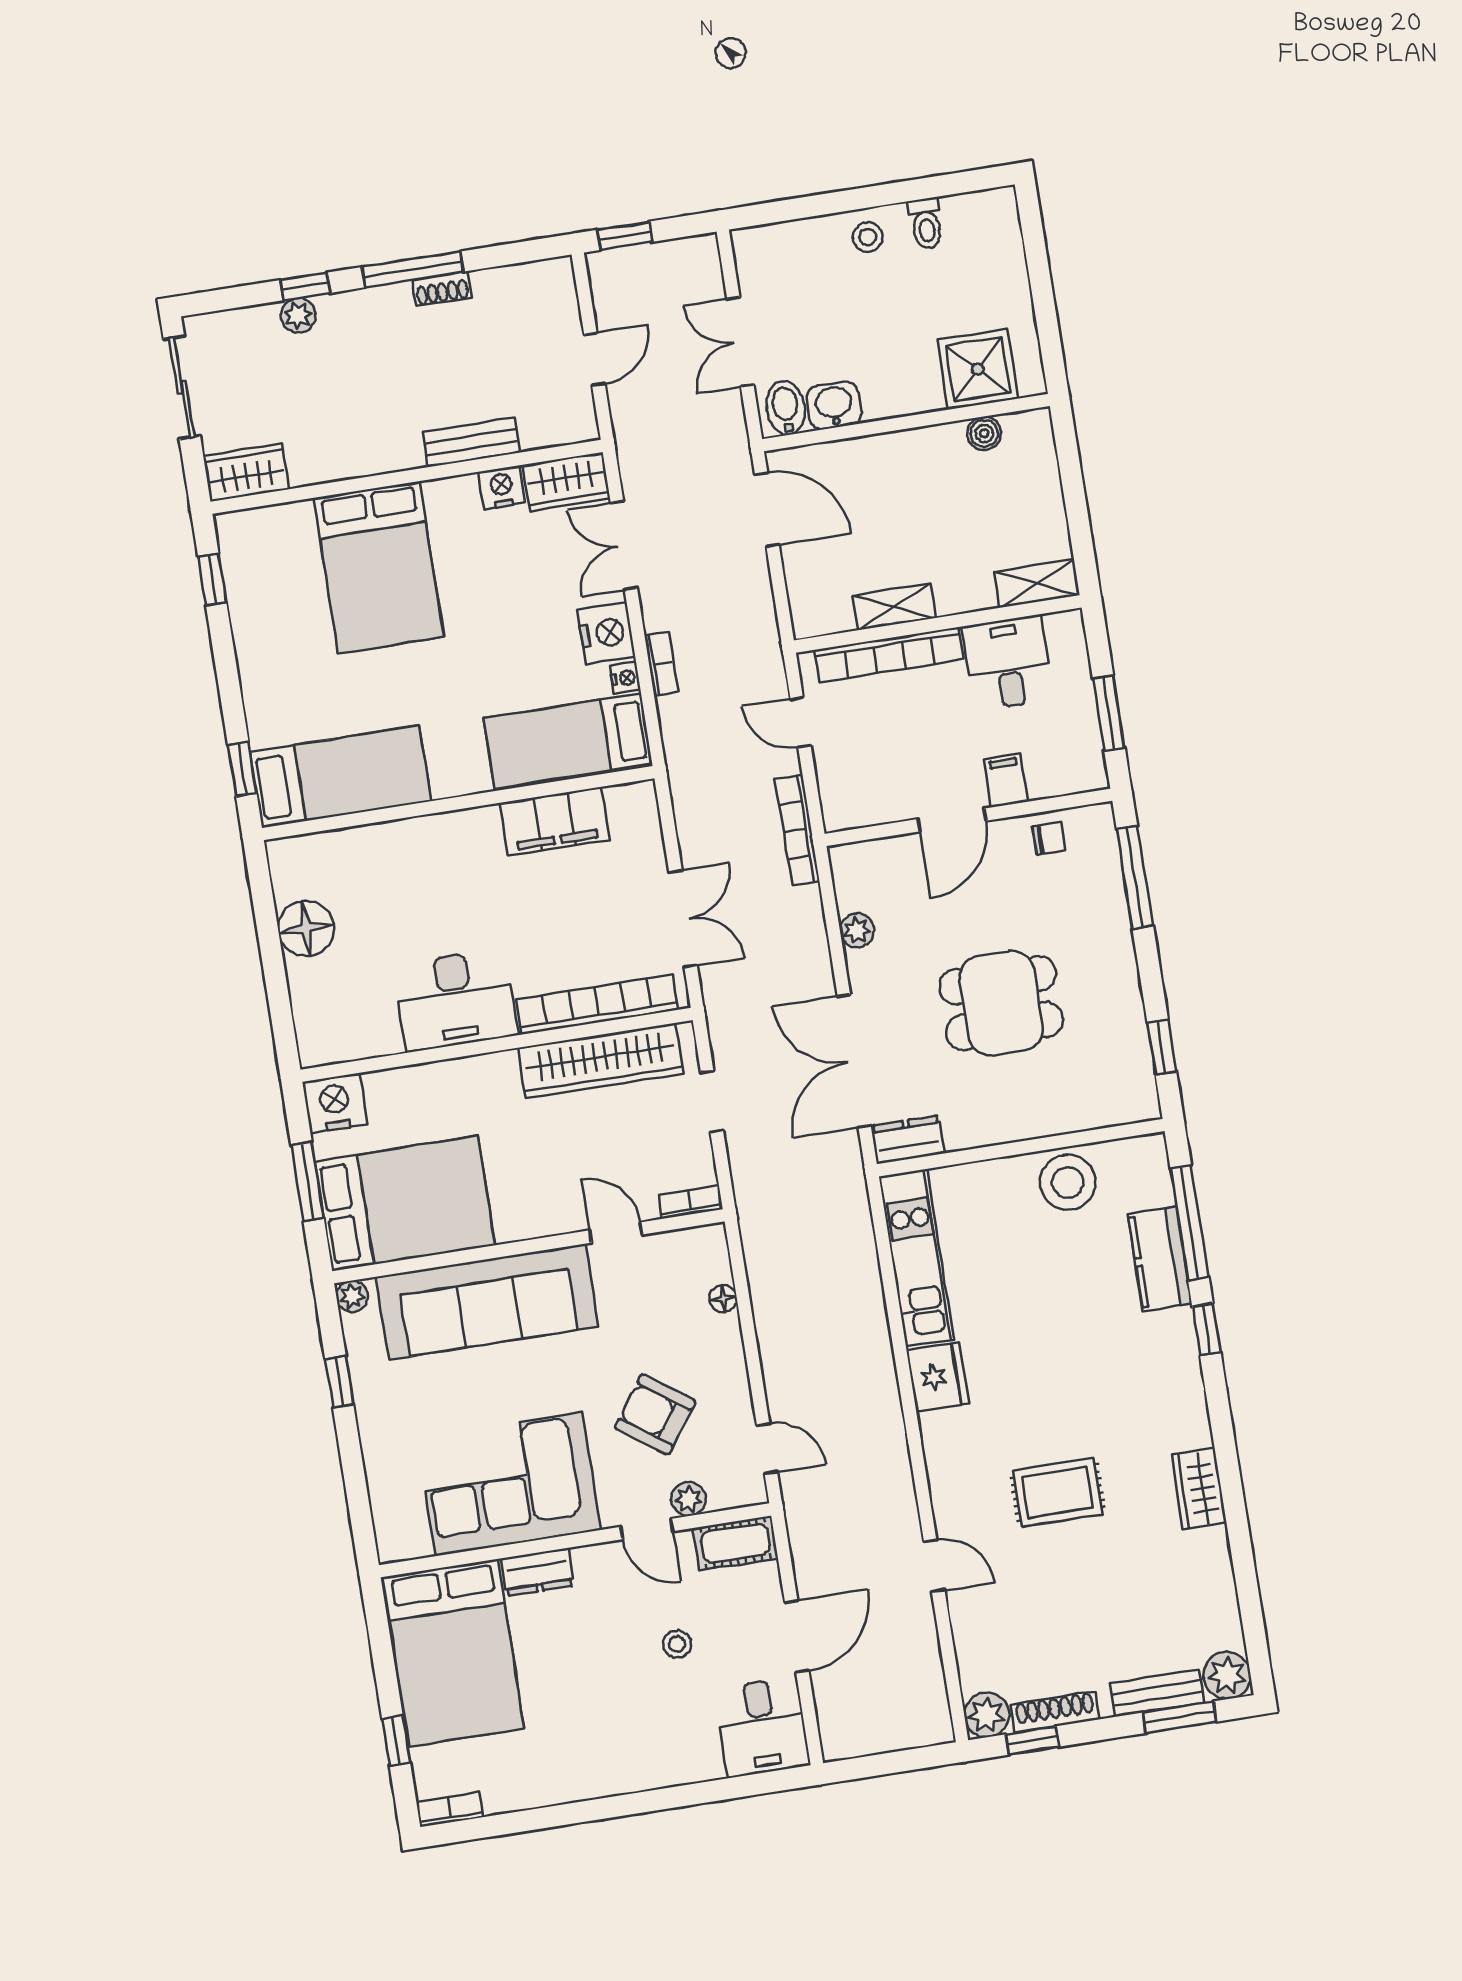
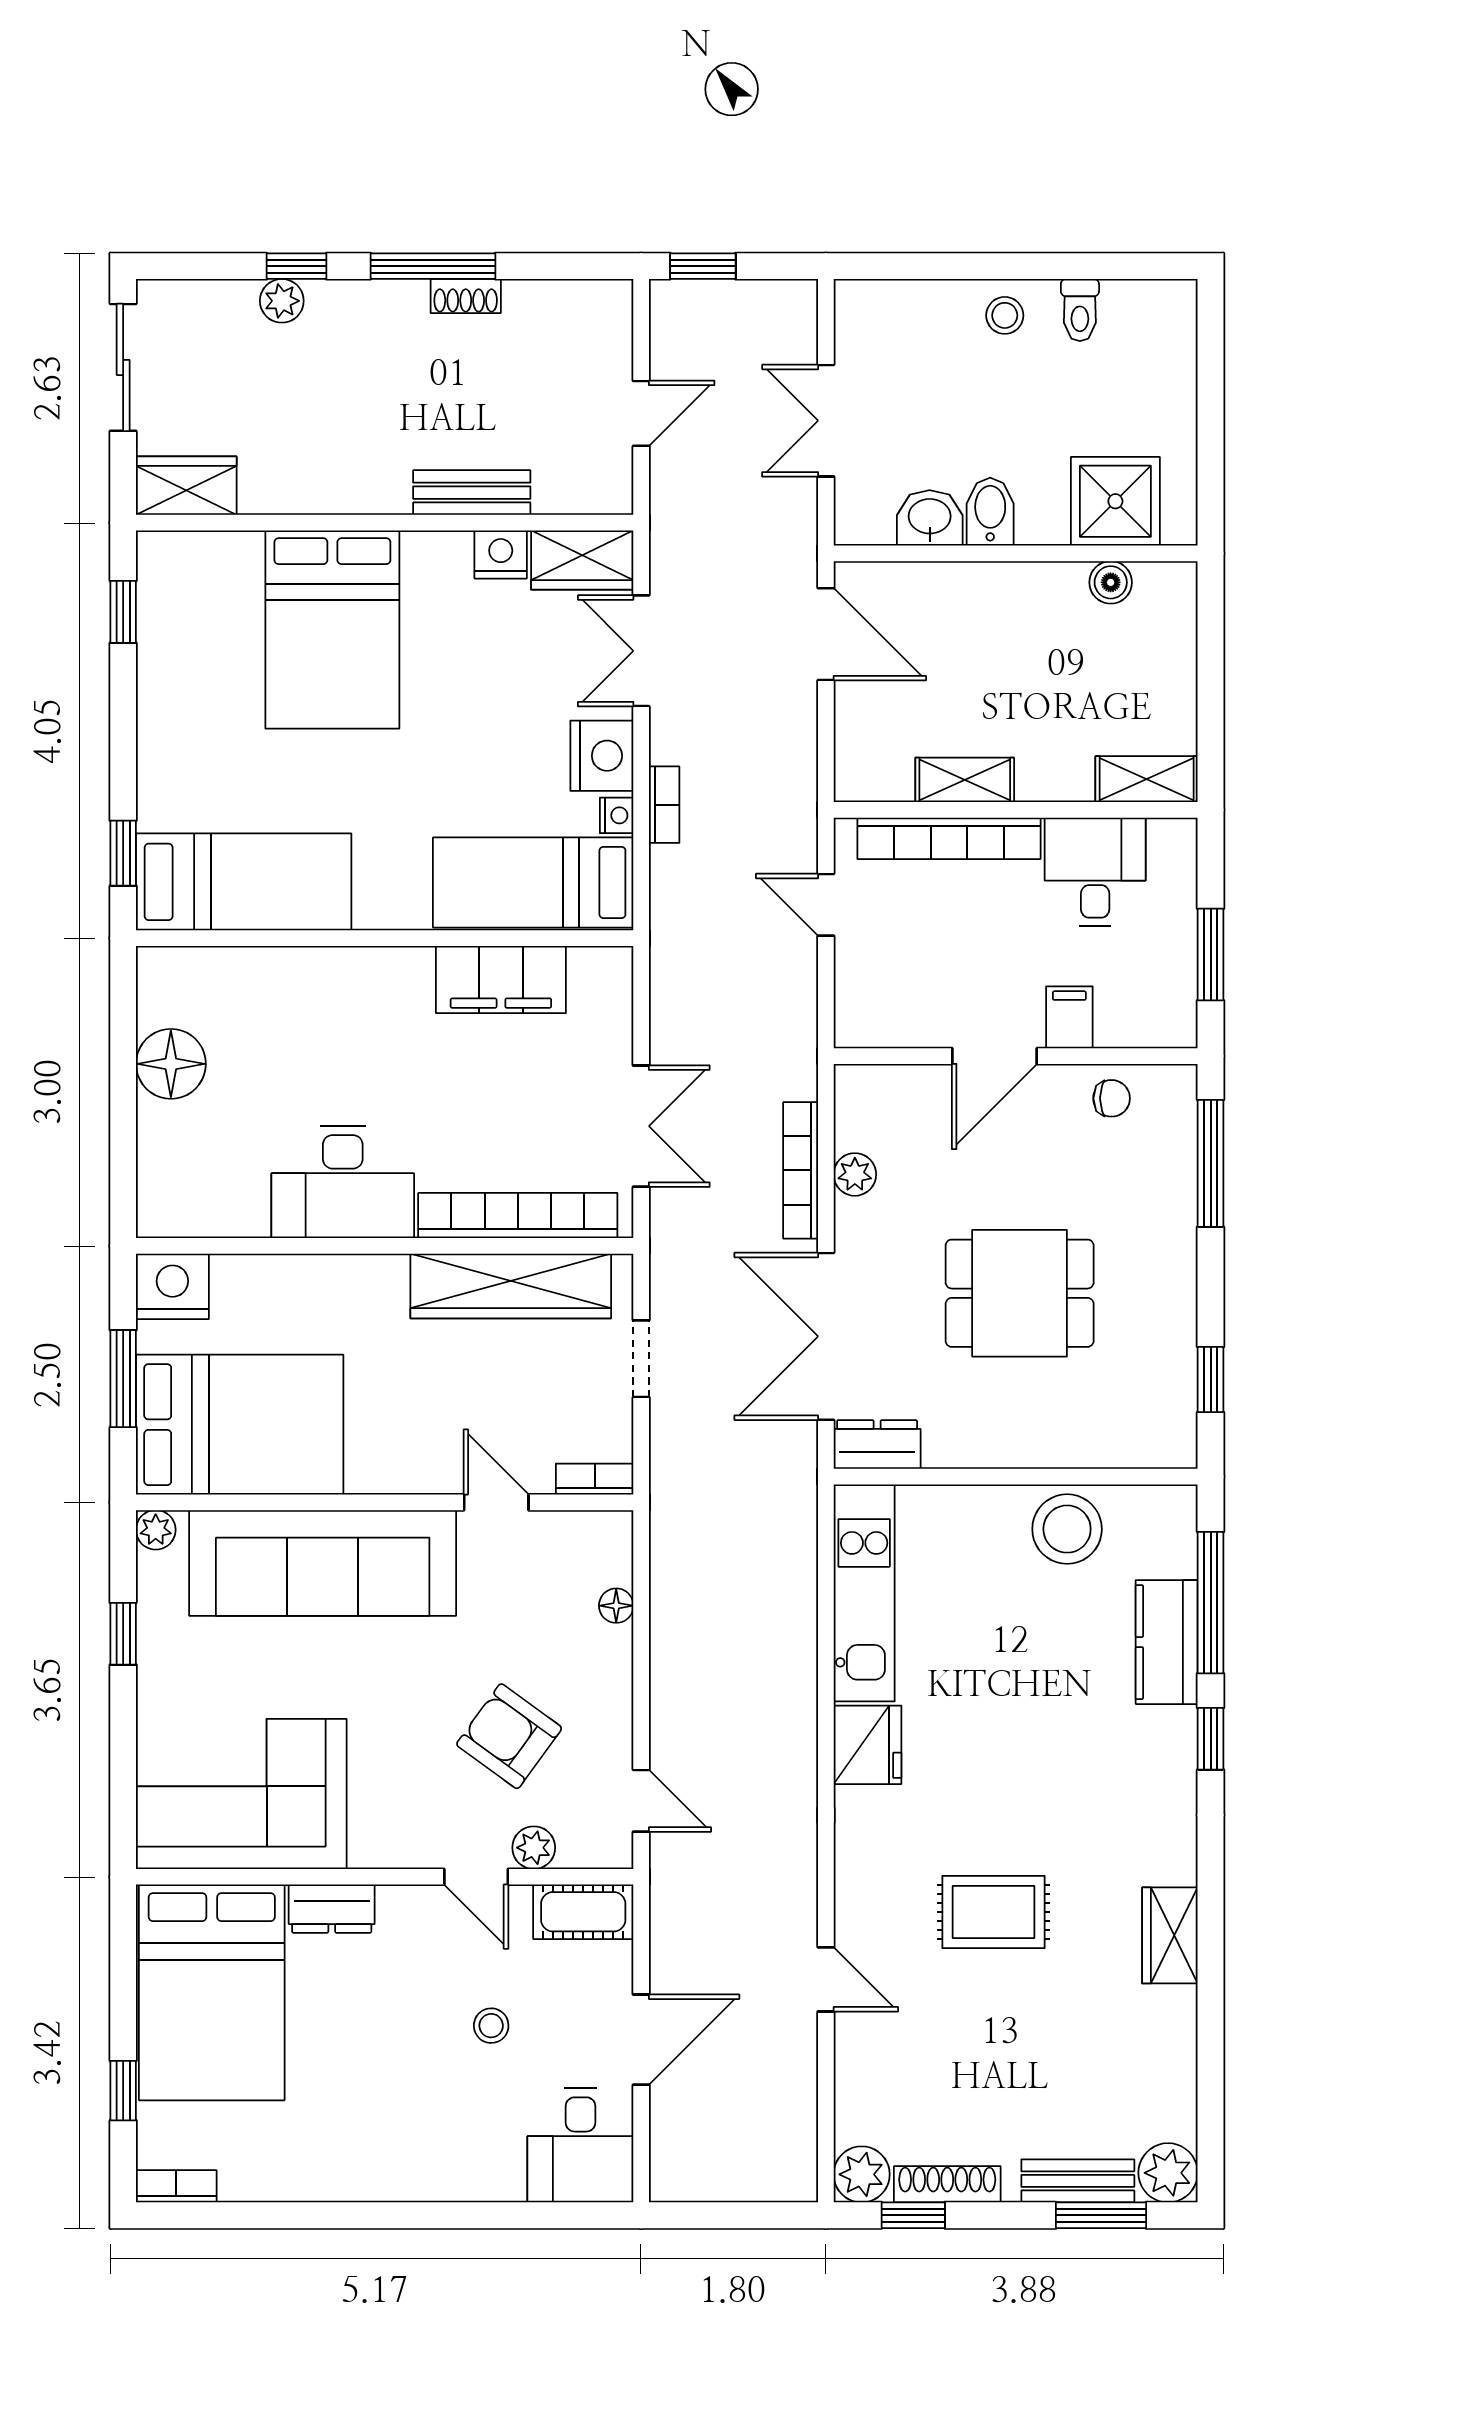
bidet: (786, 408) -> (990, 512), moved
bookcase: (797, 830) -> (801, 1170), moved
corner sofa: (509, 1484) -> (241, 1794), moved

